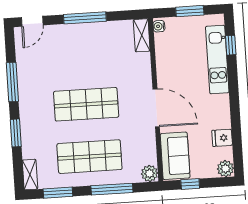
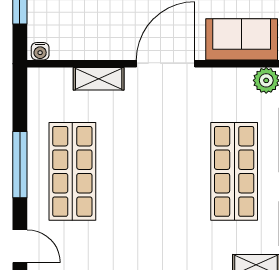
shelving: (142, 35) -> (99, 79), moved
shop shelf: (86, 104) -> (72, 171), moved

